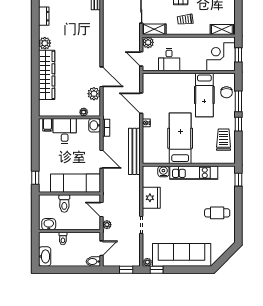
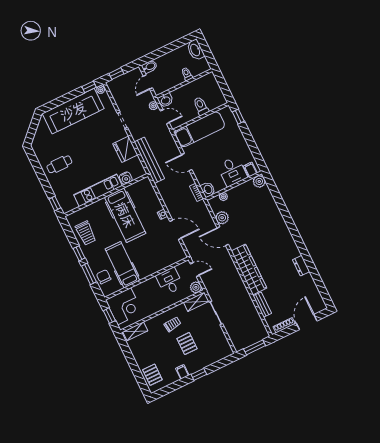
plant: (45, 43) -> (259, 181), moved
wardrobe: (47, 75) -> (249, 270), moved, turned 180
bench: (134, 151) -> (149, 160), moved
washbasin: (49, 224) -> (165, 100), moved

